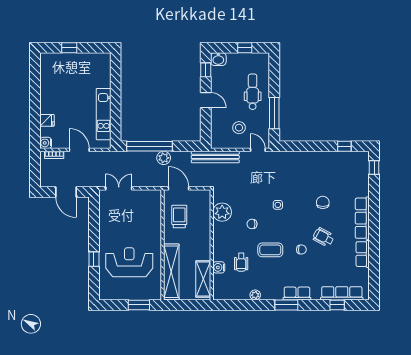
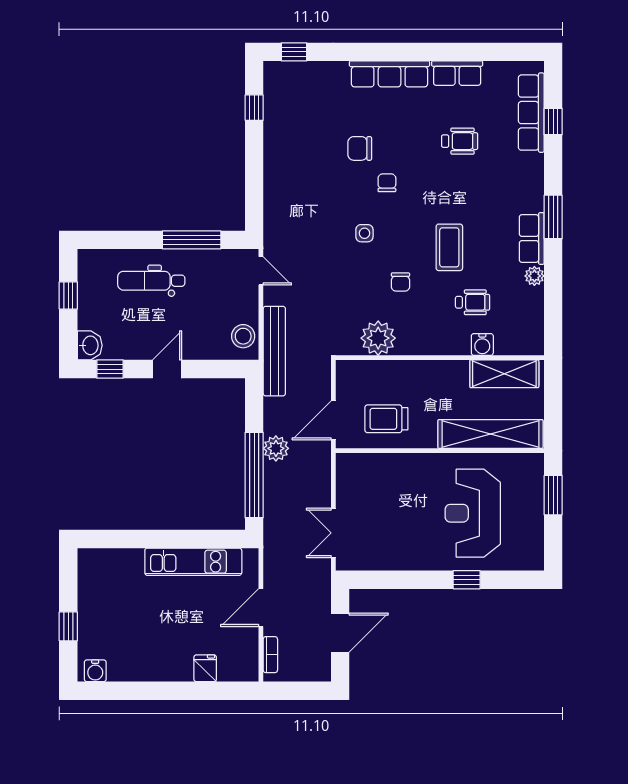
stool: (239, 128) -> (243, 336), moved
water cooler: (46, 143) -> (95, 671), moved
door: (258, 150) -> (261, 271), swing flipped
wheelchair: (323, 237) -> (460, 141), moved, turned -118
chair: (301, 250) -> (387, 183), moved
row of seats: (297, 294) -> (532, 238), moved

